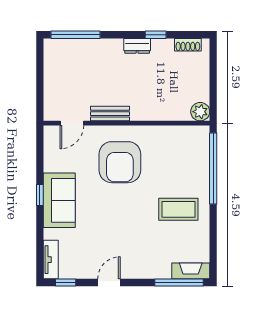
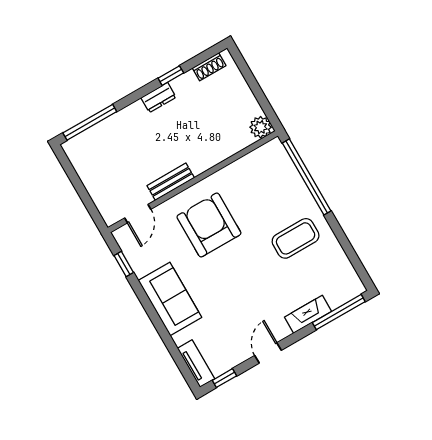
armchair: (120, 162) -> (209, 225), turned 180
window: (40, 195) -> (124, 264), moved
fireplace: (191, 271) -> (308, 314), moved

